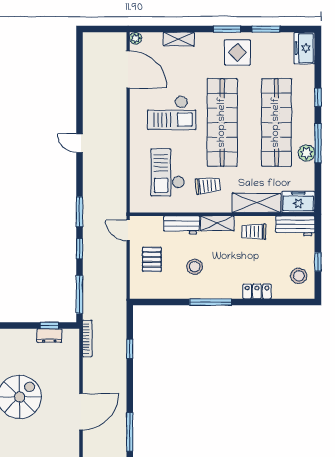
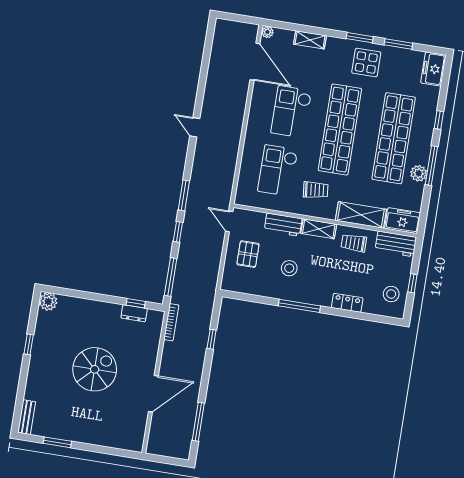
checkout: (172, 113) -> (291, 112), turned 90

